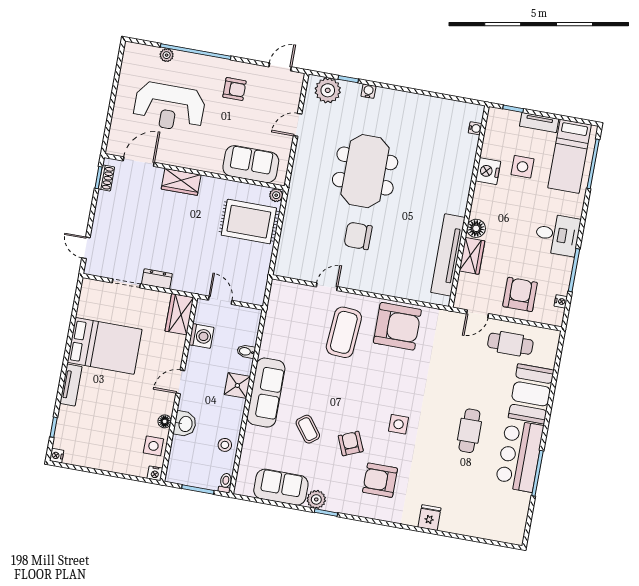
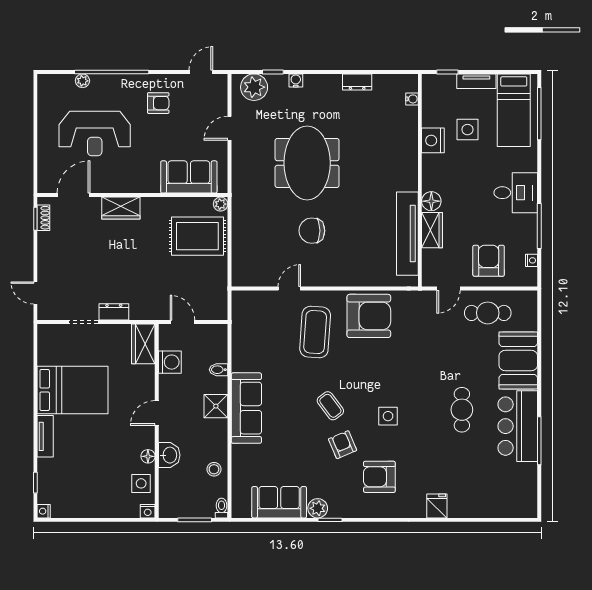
dresser: (426, 103) -> (357, 82), added
coffee table: (308, 429) -> (330, 406), moved

